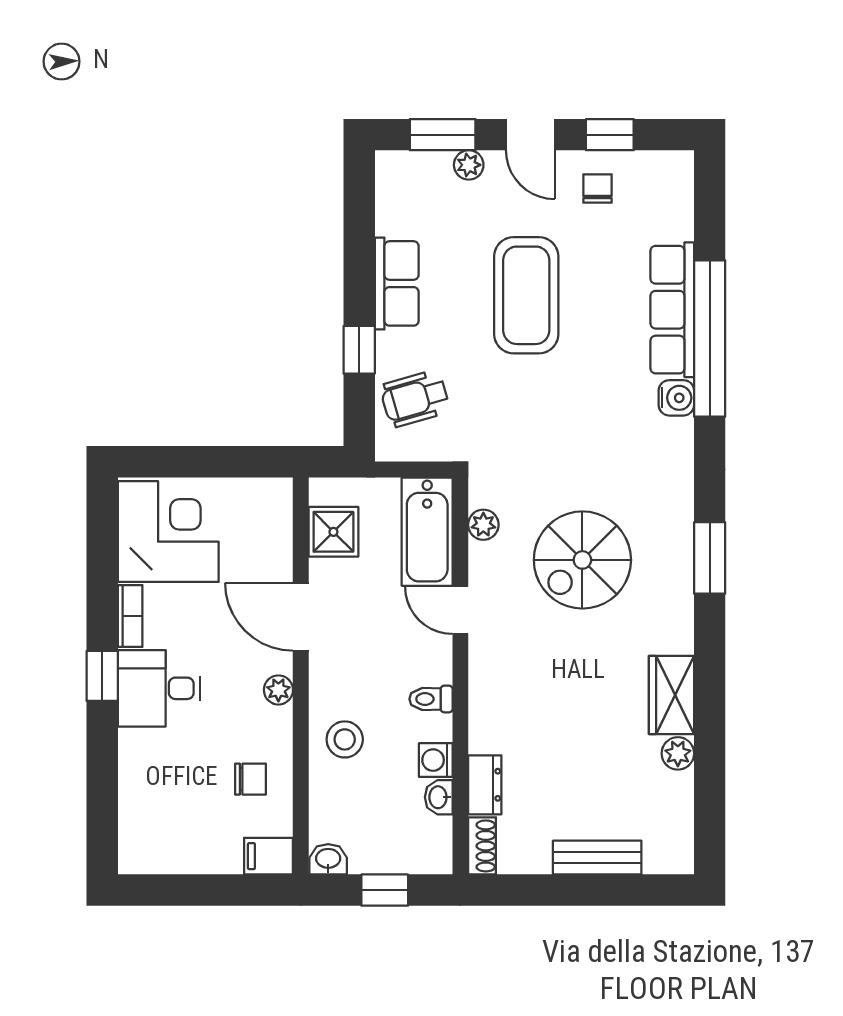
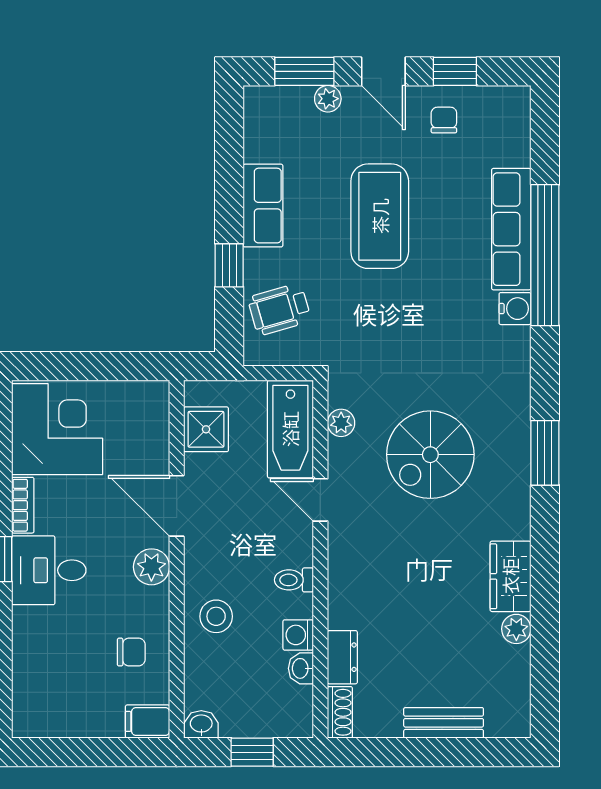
plant: (278, 690) -> (151, 567), width x1.38, depth x1.38

